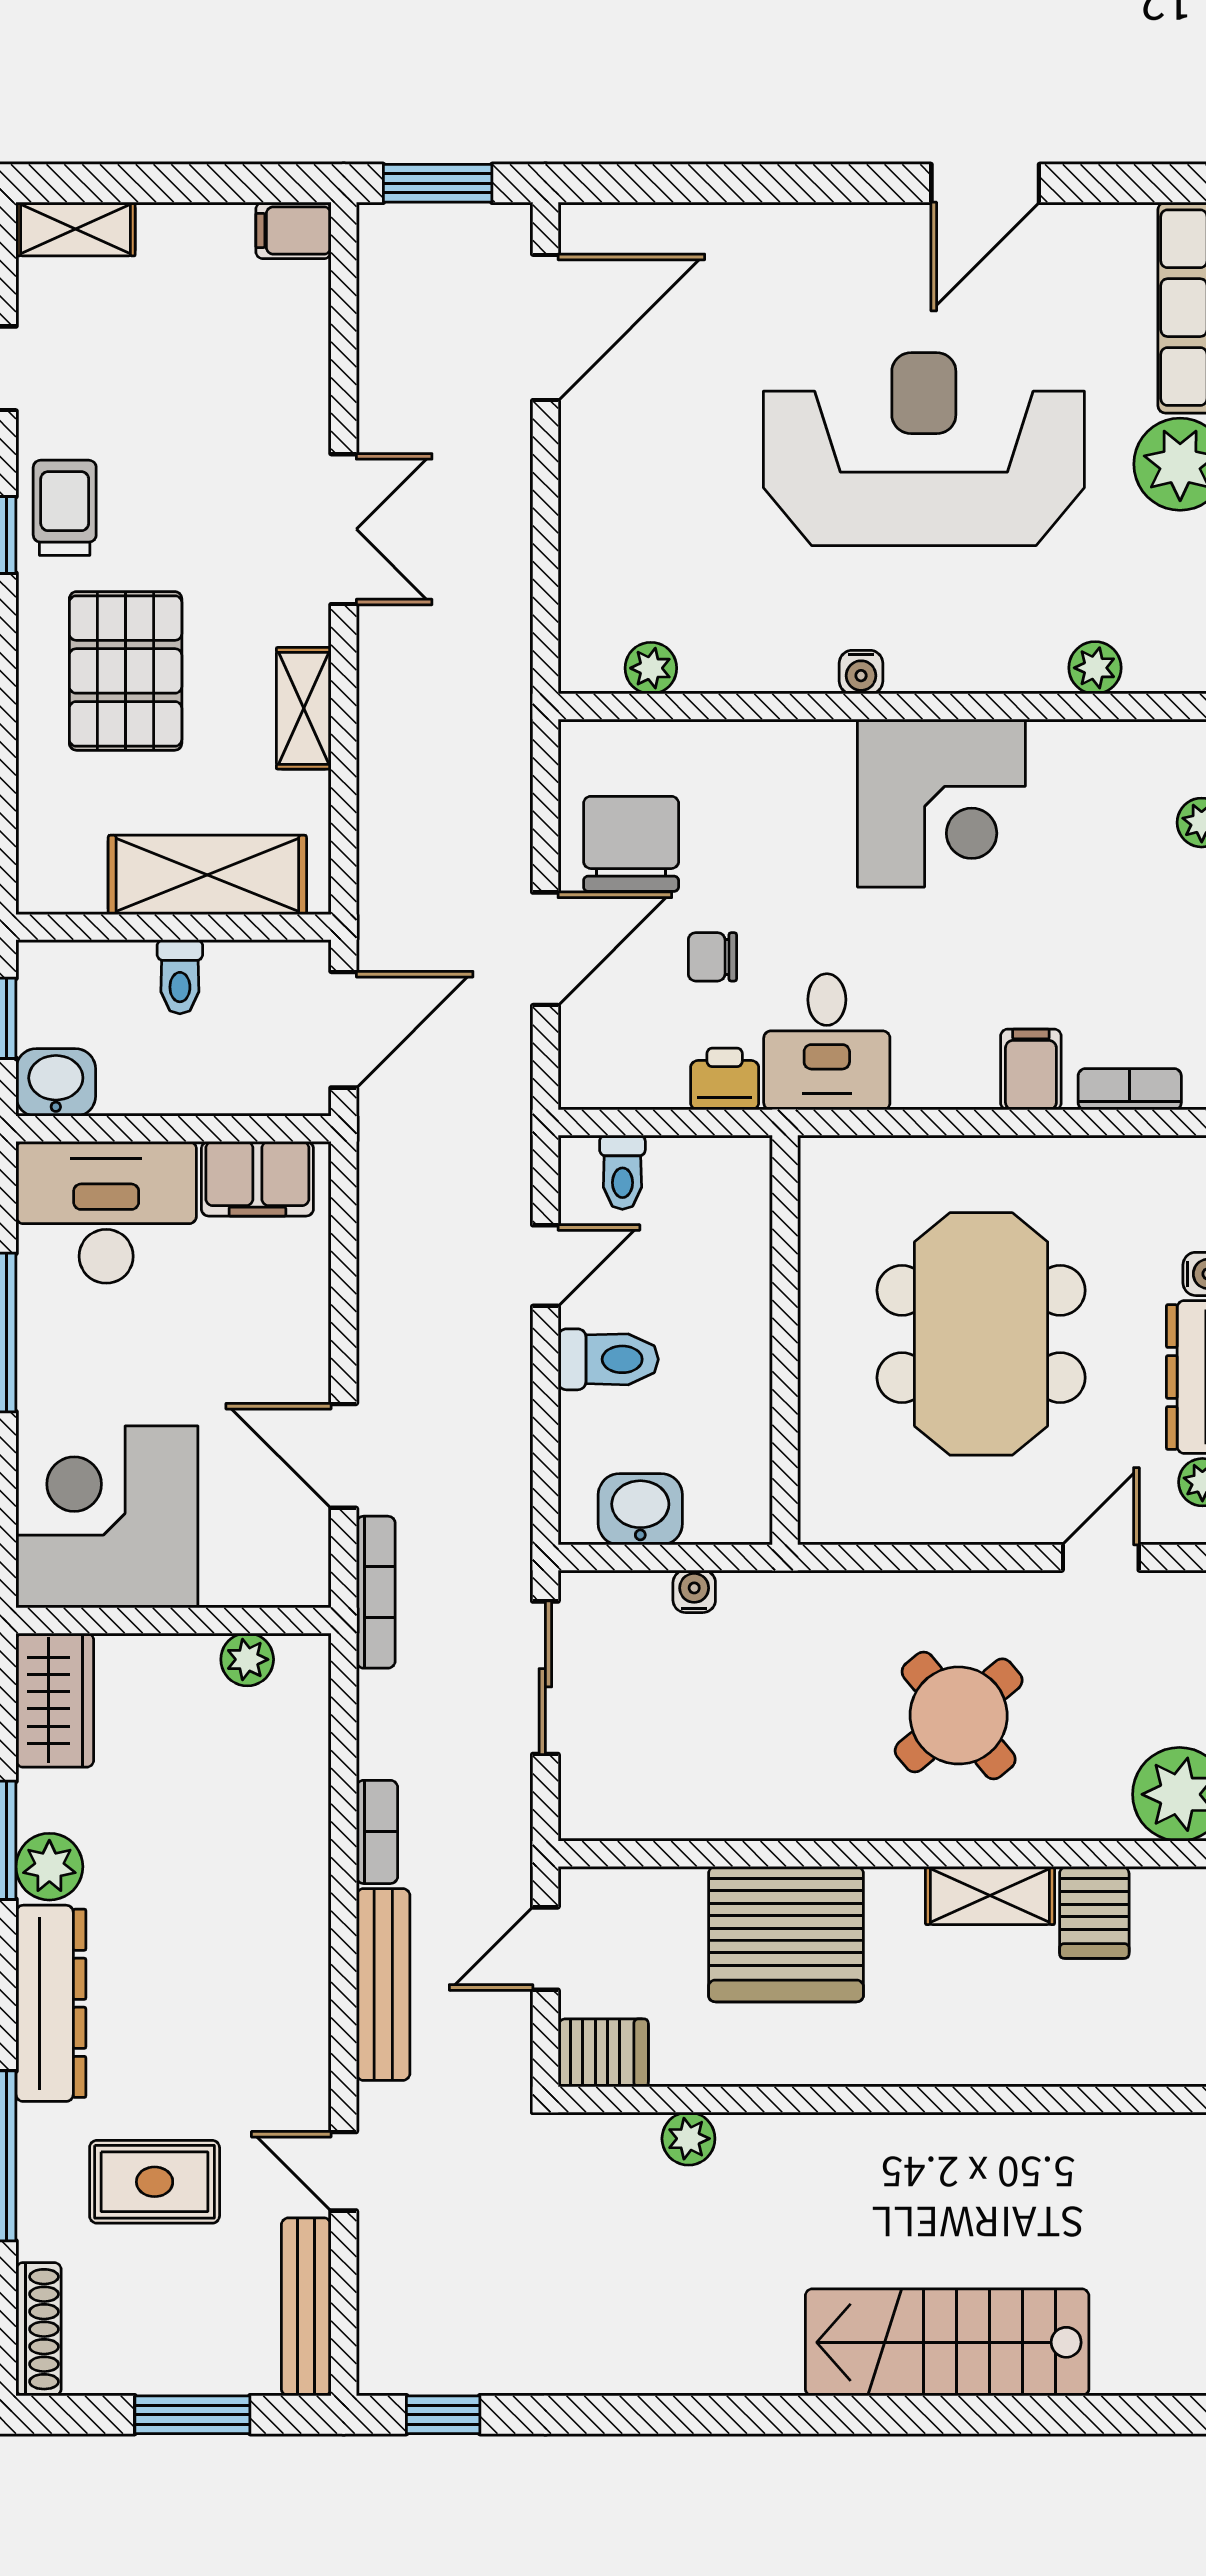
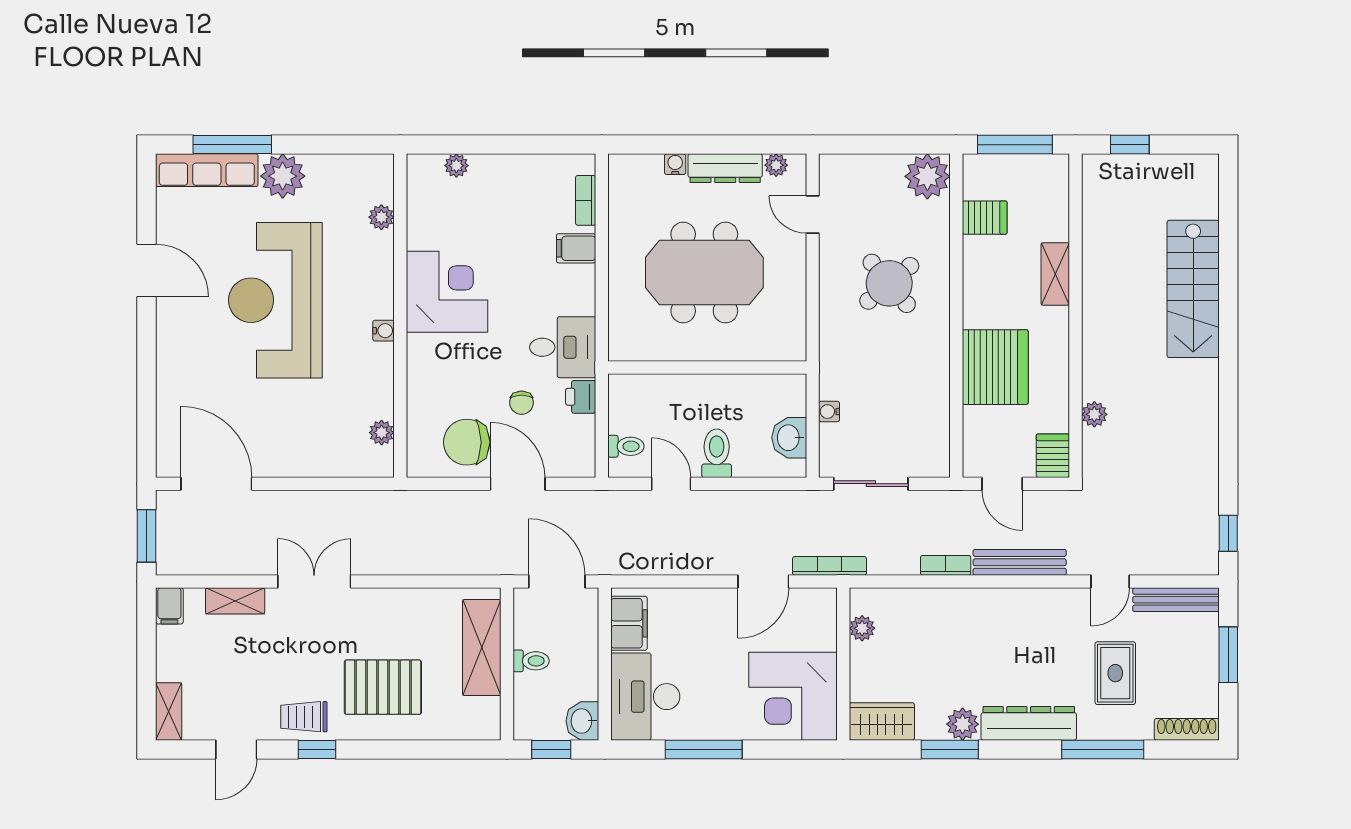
shelving: (304, 708) -> (235, 601), moved
shelving: (990, 1895) -> (1055, 274), moved

